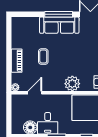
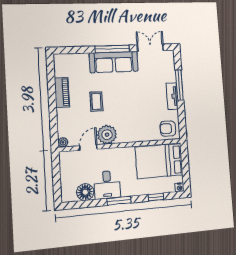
piano: (17, 61) -> (62, 92), moved
plant: (72, 84) -> (107, 135), moved

